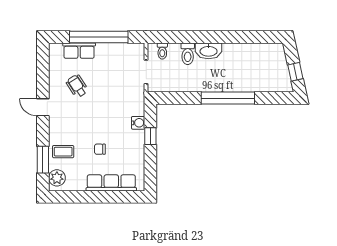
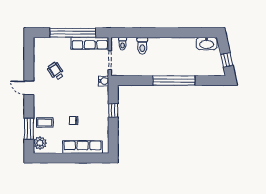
row of seats: (79, 51) -> (90, 43), moved, width x1.48
washbasin: (209, 51) -> (207, 44), moved
water cooler: (138, 123) -> (104, 81), moved

